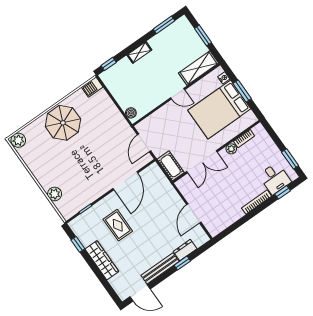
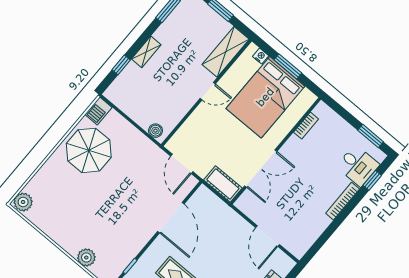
window: (109, 64) -> (121, 65), moved
parasol: (63, 123) -> (89, 150), moved
plant: (231, 149) -> (293, 143), removed

